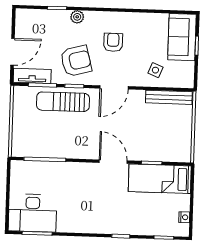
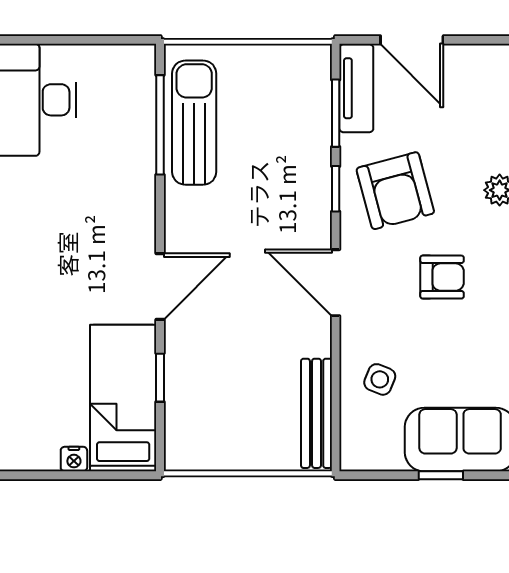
sun lounger: (63, 102) -> (194, 123), moved
nightstand: (184, 217) -> (74, 459), moved

